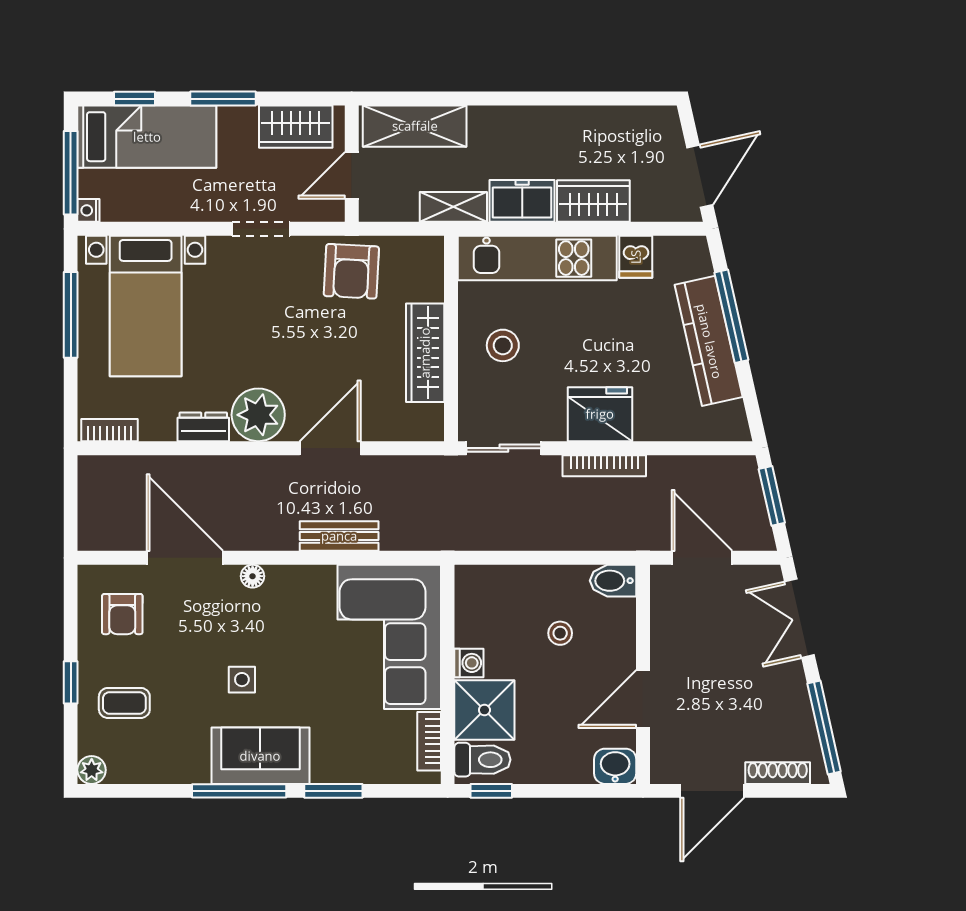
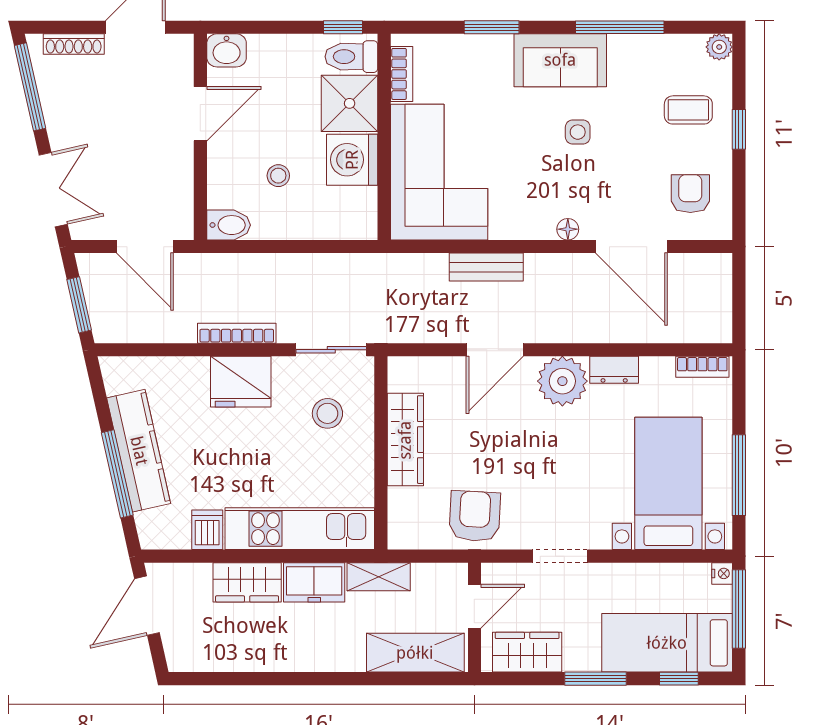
stool: (503, 345) -> (327, 413), moved
washing machine: (469, 663) -> (352, 160), width x1.89, depth x1.89
window: (239, 791) -> (620, 27), moved

